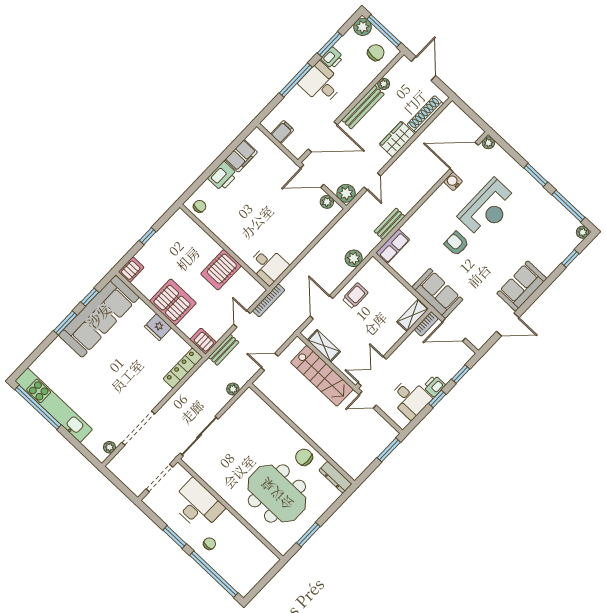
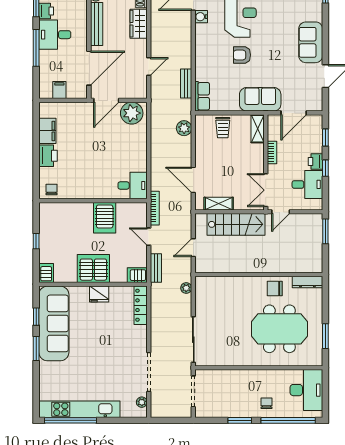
door: (372, 181) -> (149, 67), hinge flipped
plant: (346, 193) -> (139, 91), removed
plant: (327, 202) -> (132, 113), width x1.87, depth x1.87
trolley: (355, 296) -> (223, 128), moved, turned 180
bookcase: (426, 324) -> (272, 152), moved
desk: (197, 505) -> (306, 390), moved, turned 90

